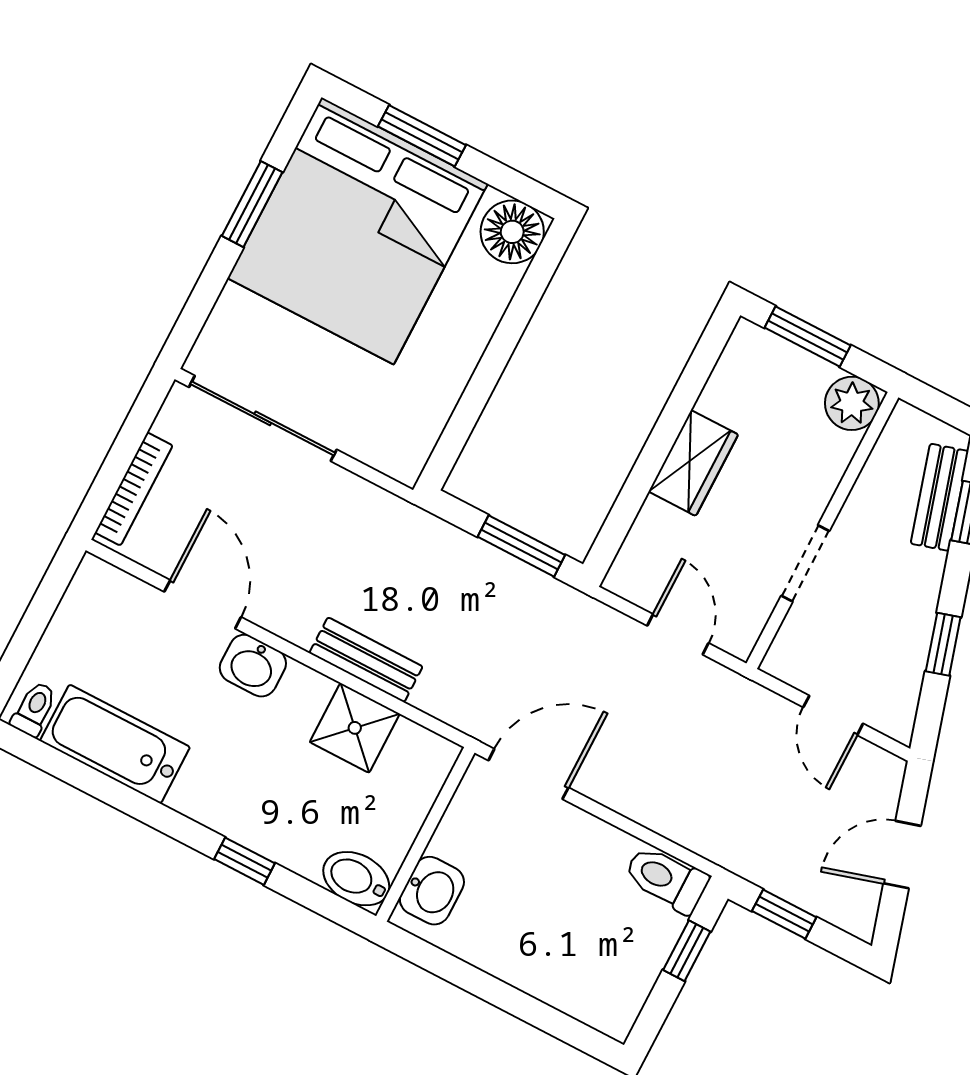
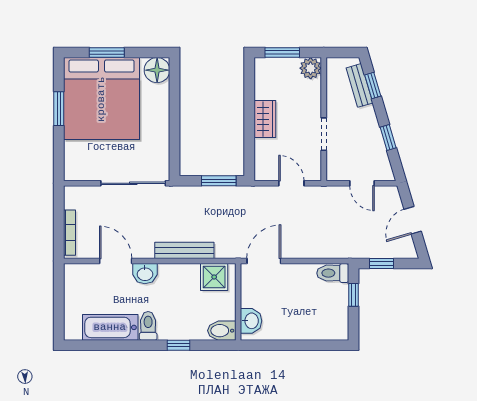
sliding door: (263, 418) -> (133, 183), moved
bench: (366, 660) -> (184, 250), width x1.36
toilet: (34, 709) -> (148, 326), moved, width x1.37, depth x1.39
shower: (355, 728) -> (214, 277), moved

